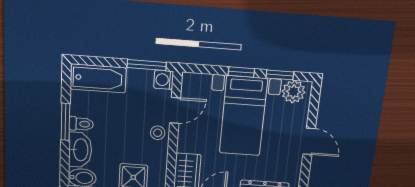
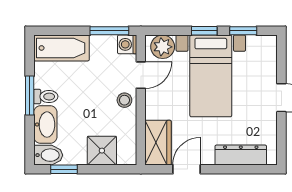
plant: (293, 92) -> (163, 47), moved

